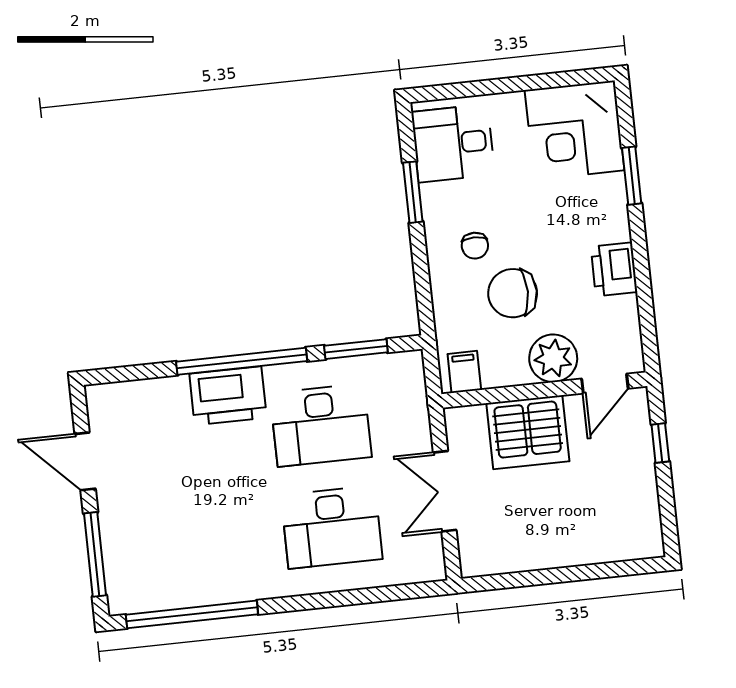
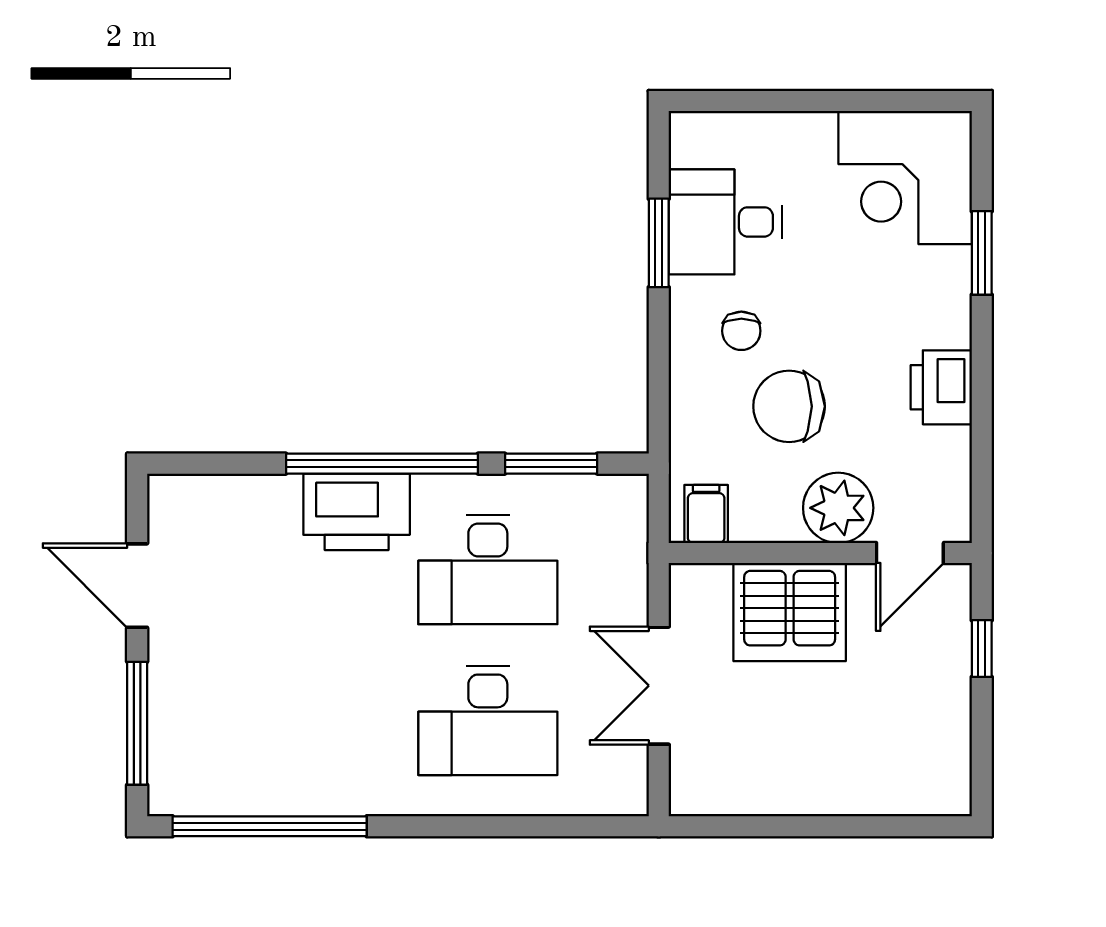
desk: (453, 143) -> (725, 222), moved

